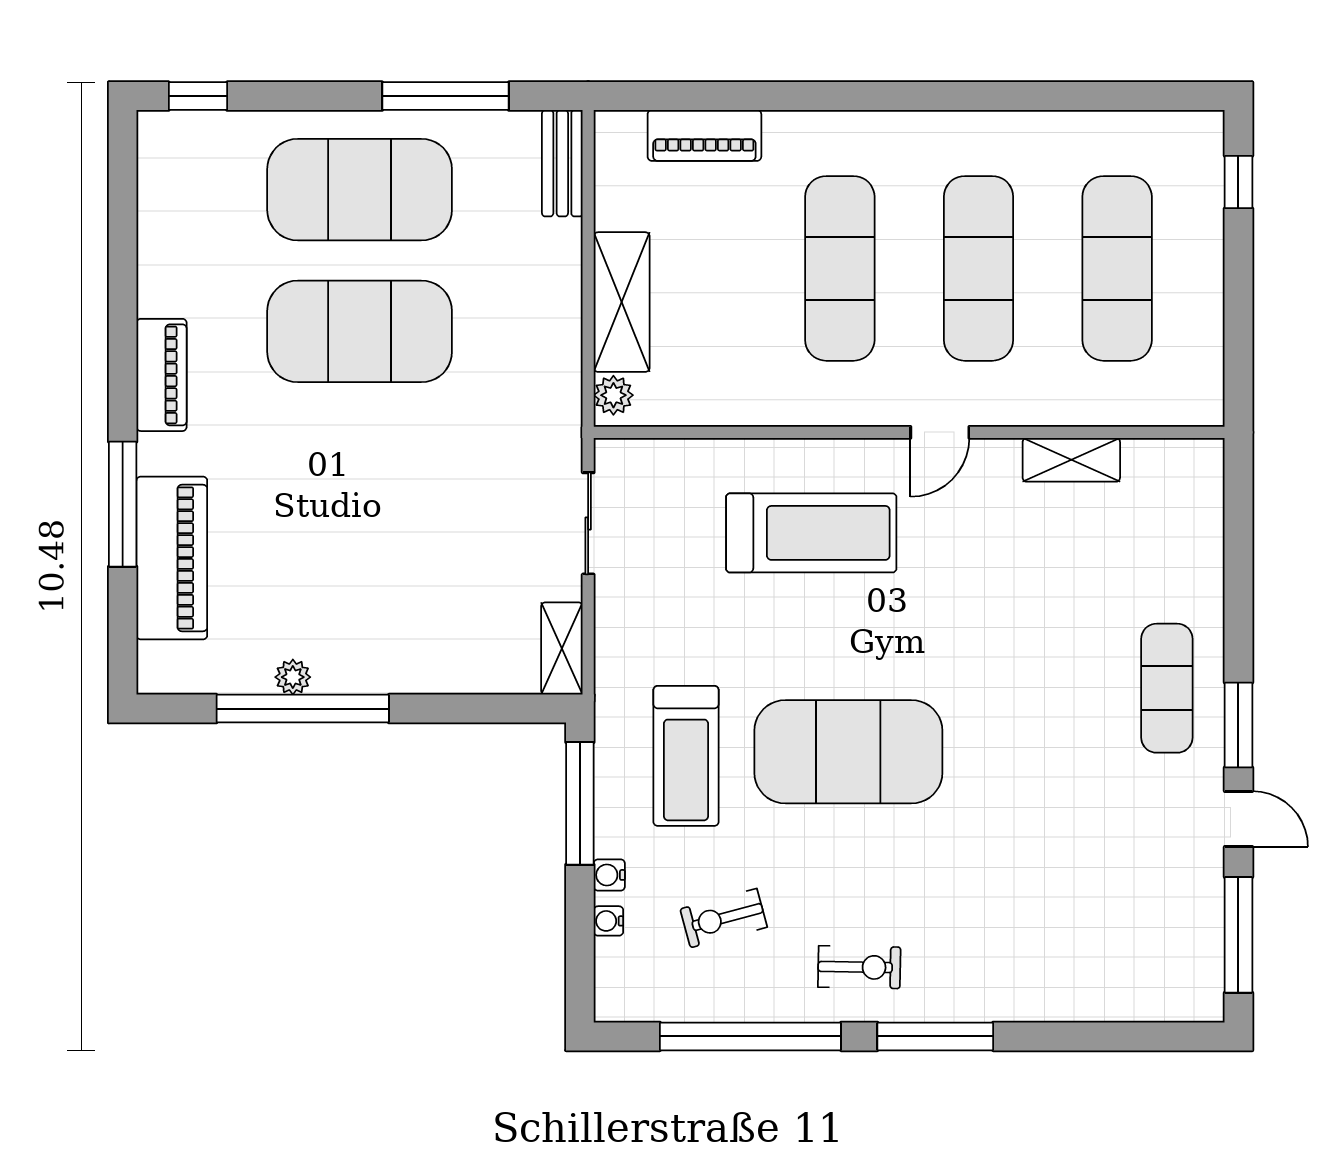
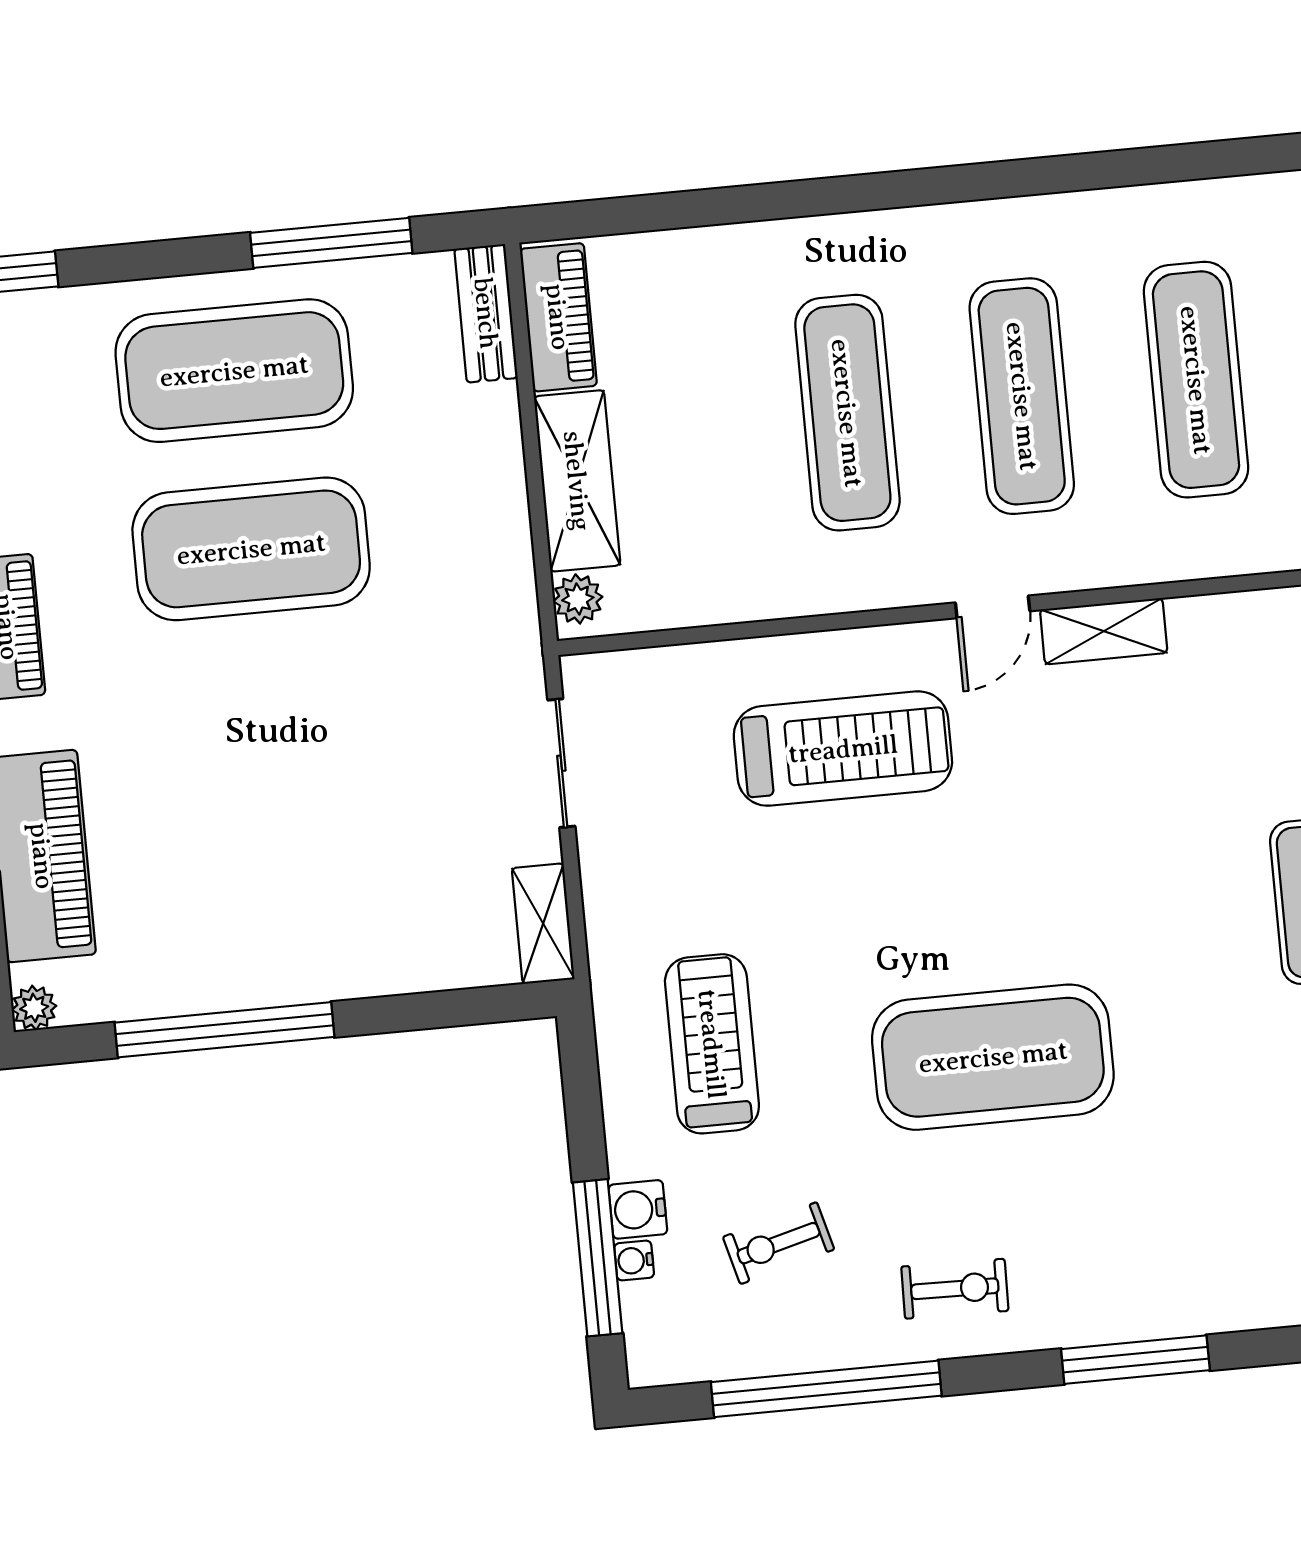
piano: (704, 135) -> (558, 317), moved, turned -90
shelving: (1071, 460) -> (1104, 631), moved
plant: (293, 677) -> (34, 1008), moved
exercise mat: (848, 752) -> (993, 1057), moved
treadmill: (686, 756) -> (712, 1044), turned 180
window: (580, 803) -> (598, 1258), moved
water cooler: (609, 875) -> (638, 1209), width x1.38, depth x1.38
window: (935, 1036) -> (1135, 1360), moved

